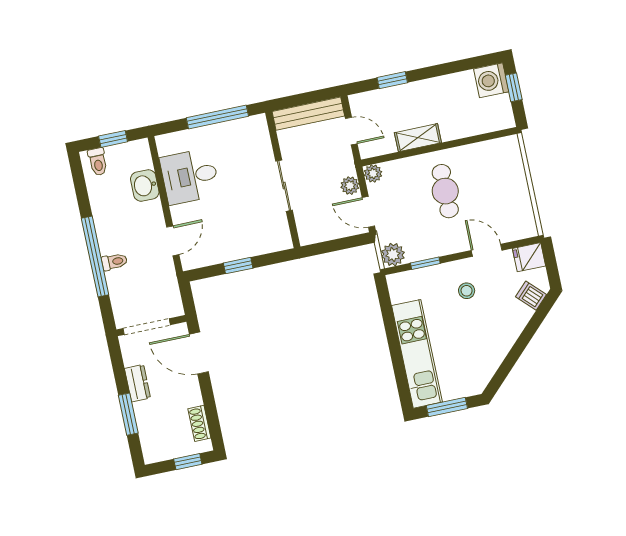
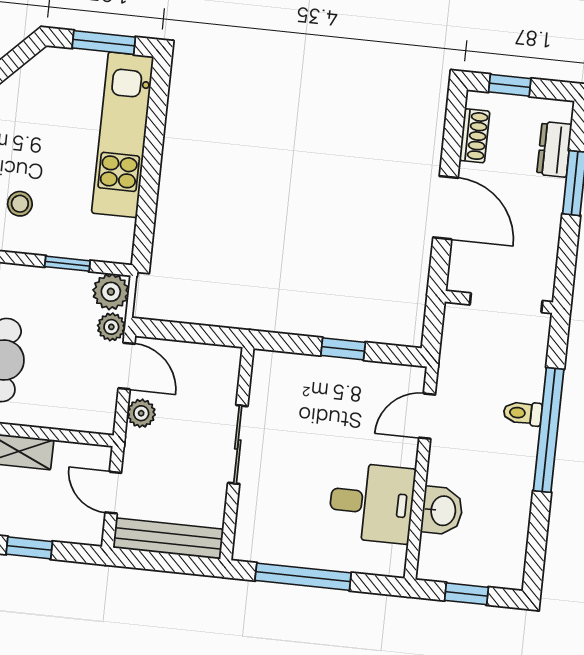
toilet: (98, 162) -> (500, 568), removed
plant: (373, 173) -> (111, 327), moved
door: (199, 353) -> (445, 208), moved
dresser: (137, 383) -> (554, 149), moved

